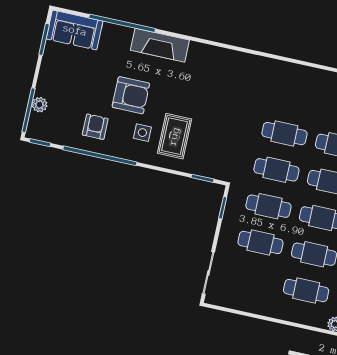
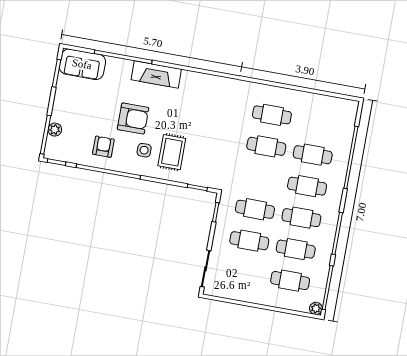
cafe table: (276, 170) -> (272, 115), moved

